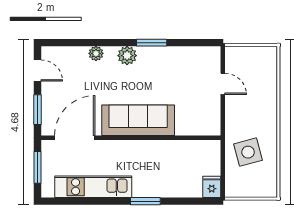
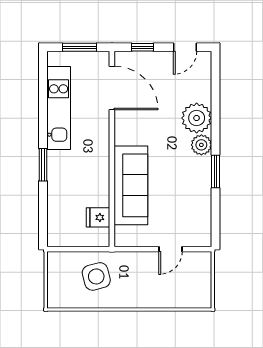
plant: (96, 53) -> (197, 118), width x1.88, depth x1.88
window: (37, 110) -> (143, 47), width x0.67
sofa: (138, 120) -> (131, 185), moved
fridge: (212, 187) -> (98, 217), moved, turned 180

